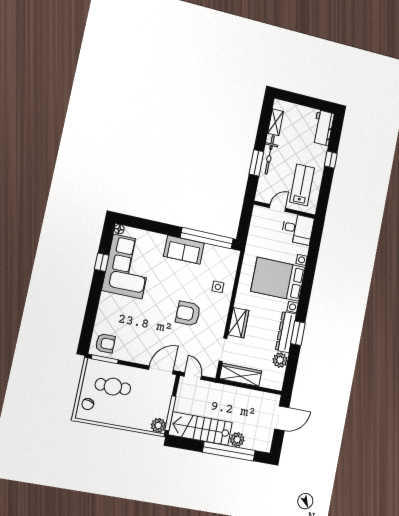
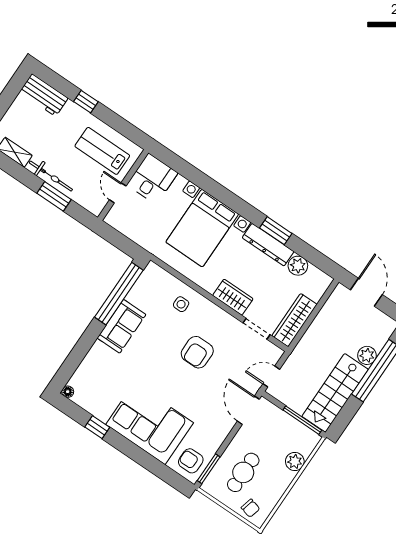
corner sofa: (128, 267) -> (150, 424), moved
armchair: (105, 343) -> (191, 461), turned -90
plant: (158, 425) -> (295, 462), moved

